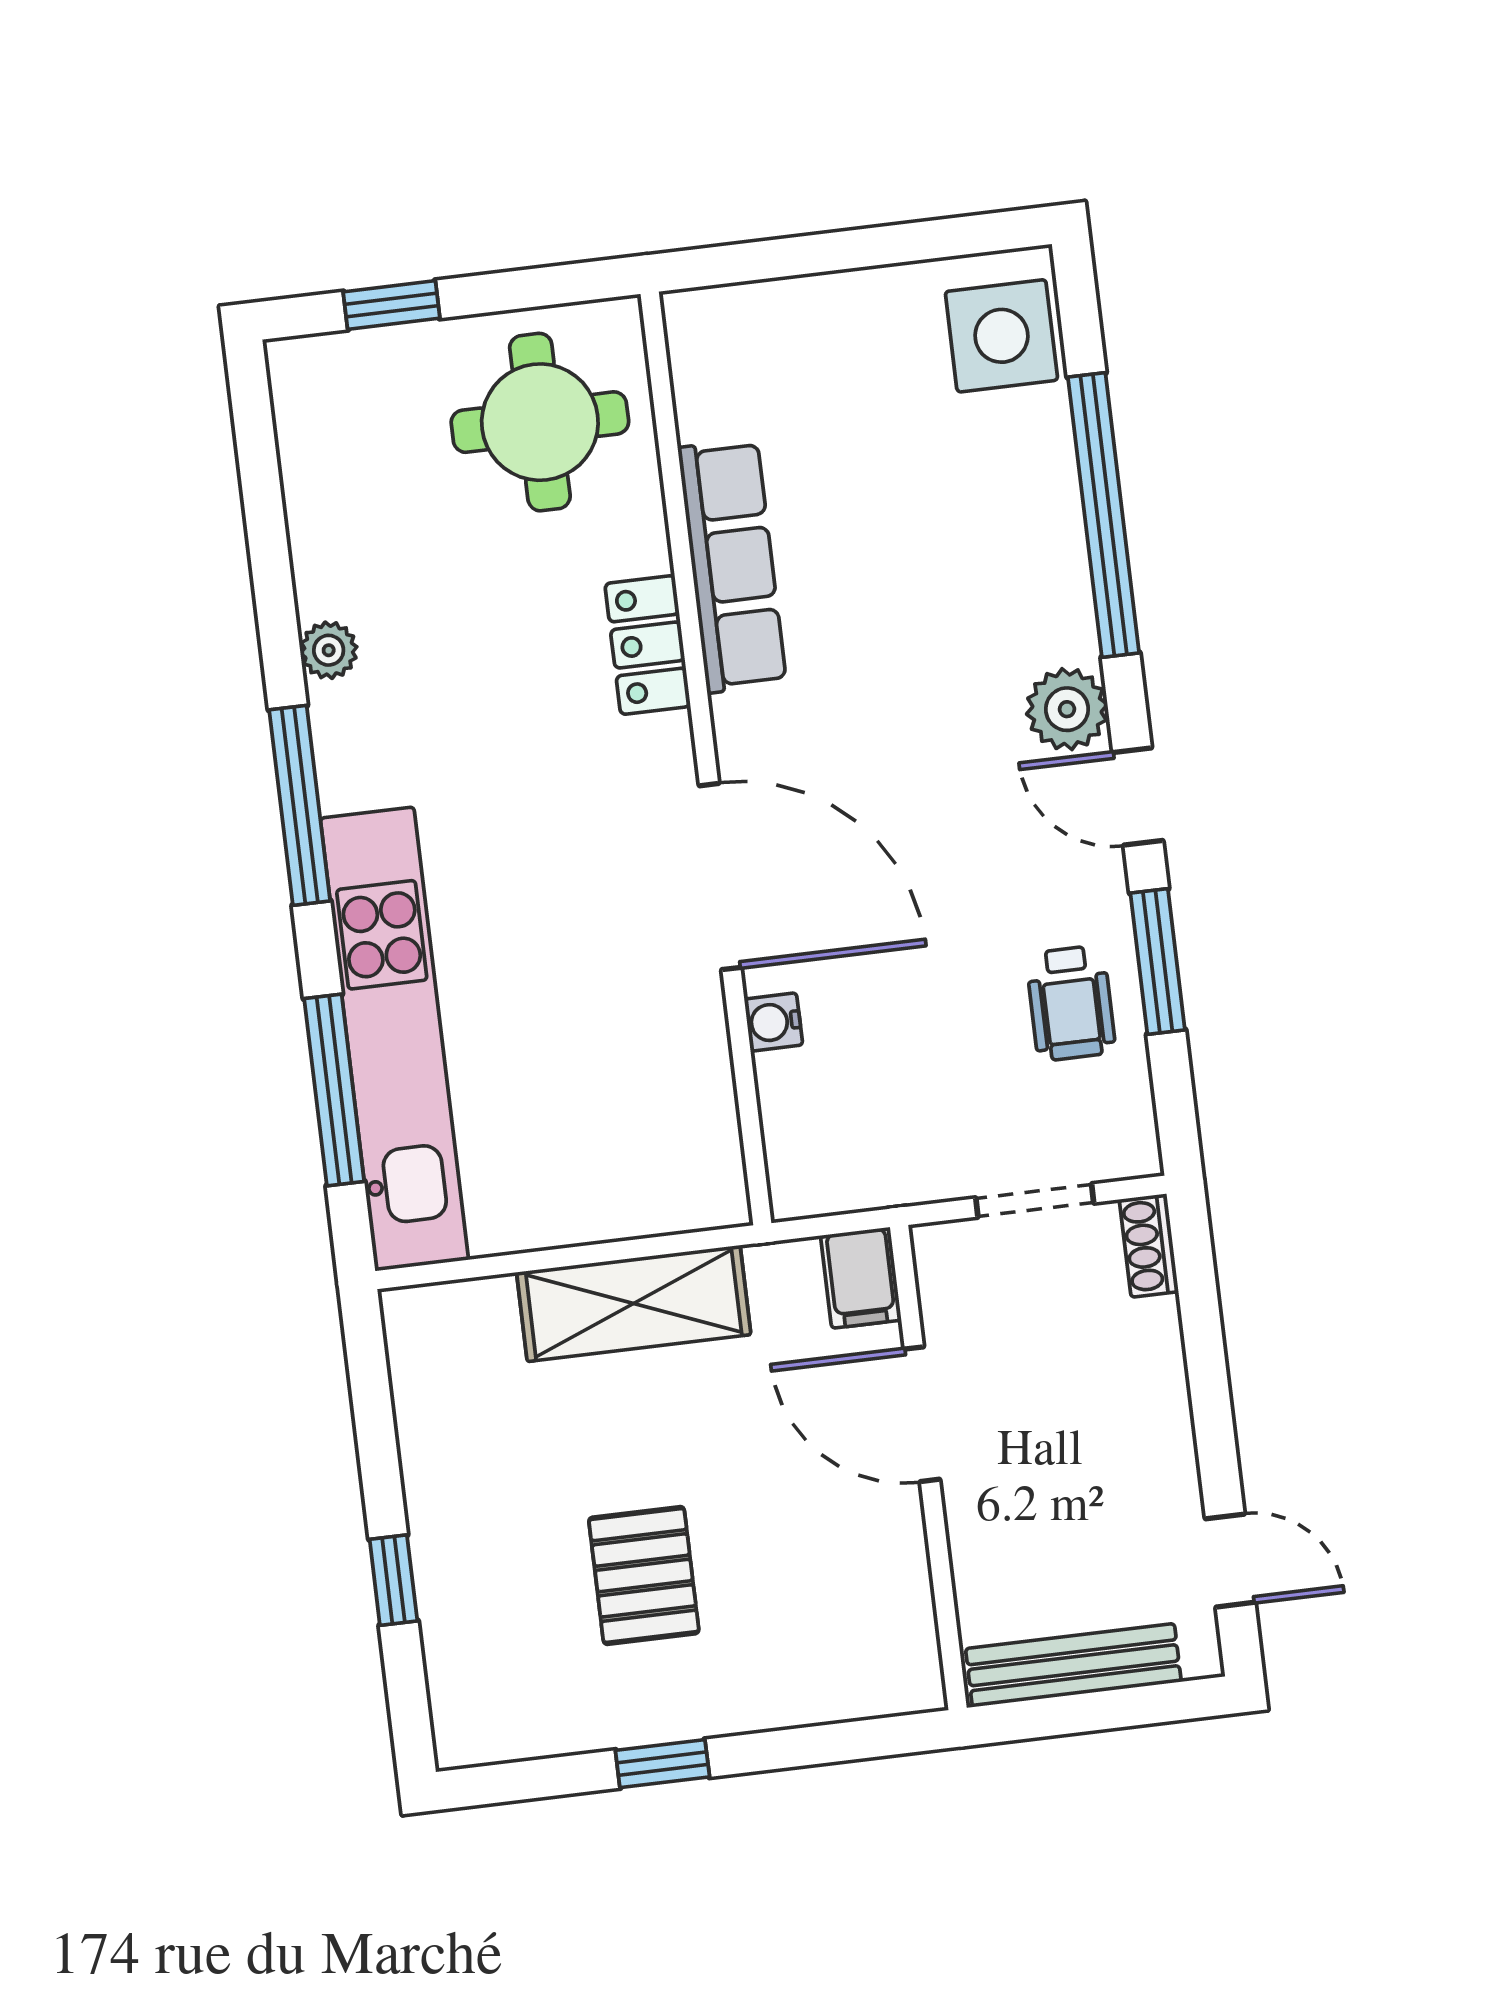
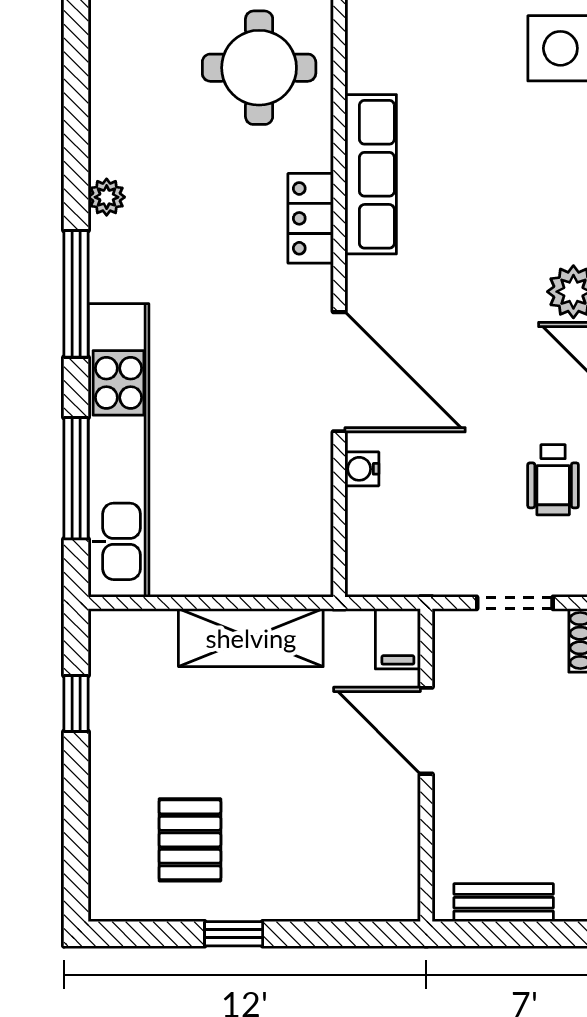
pallet: (644, 1575) -> (190, 840), moved
window: (393, 1580) -> (76, 704), moved
bench: (1073, 1665) -> (504, 903), width x0.73

